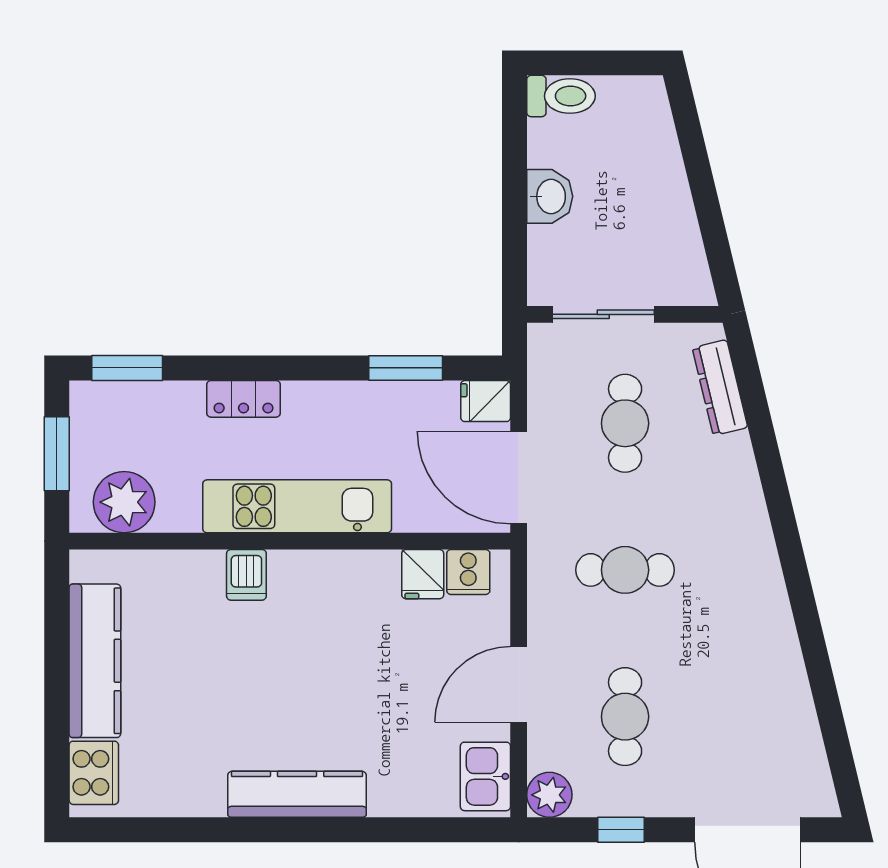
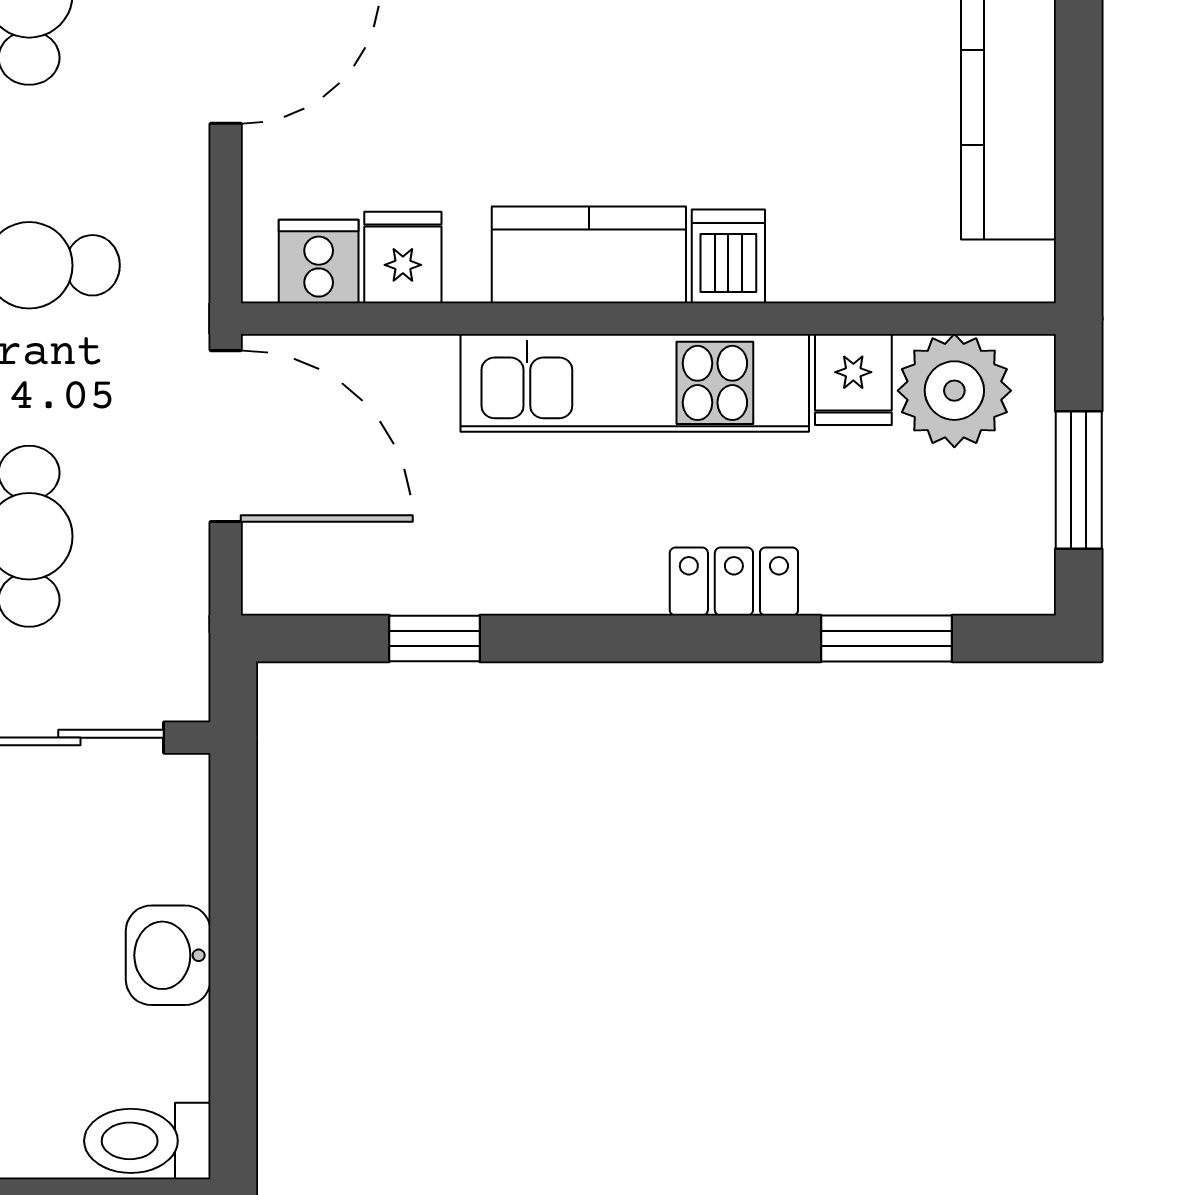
window: (127, 368) -> (886, 639), moved
window: (406, 368) -> (434, 639), width x0.67
fridge: (486, 401) -> (853, 379), moved, turned 90
kitchen counter: (322, 576) -> (589, 255), added

